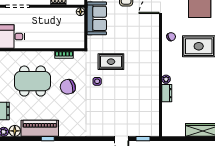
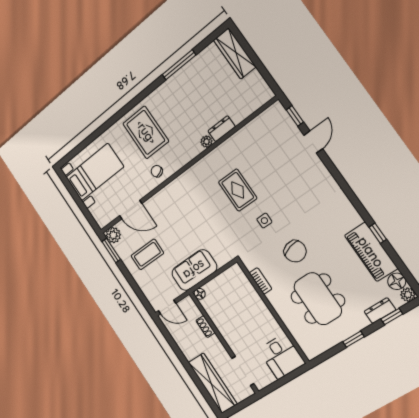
rug: (111, 62) -> (238, 190), moved

